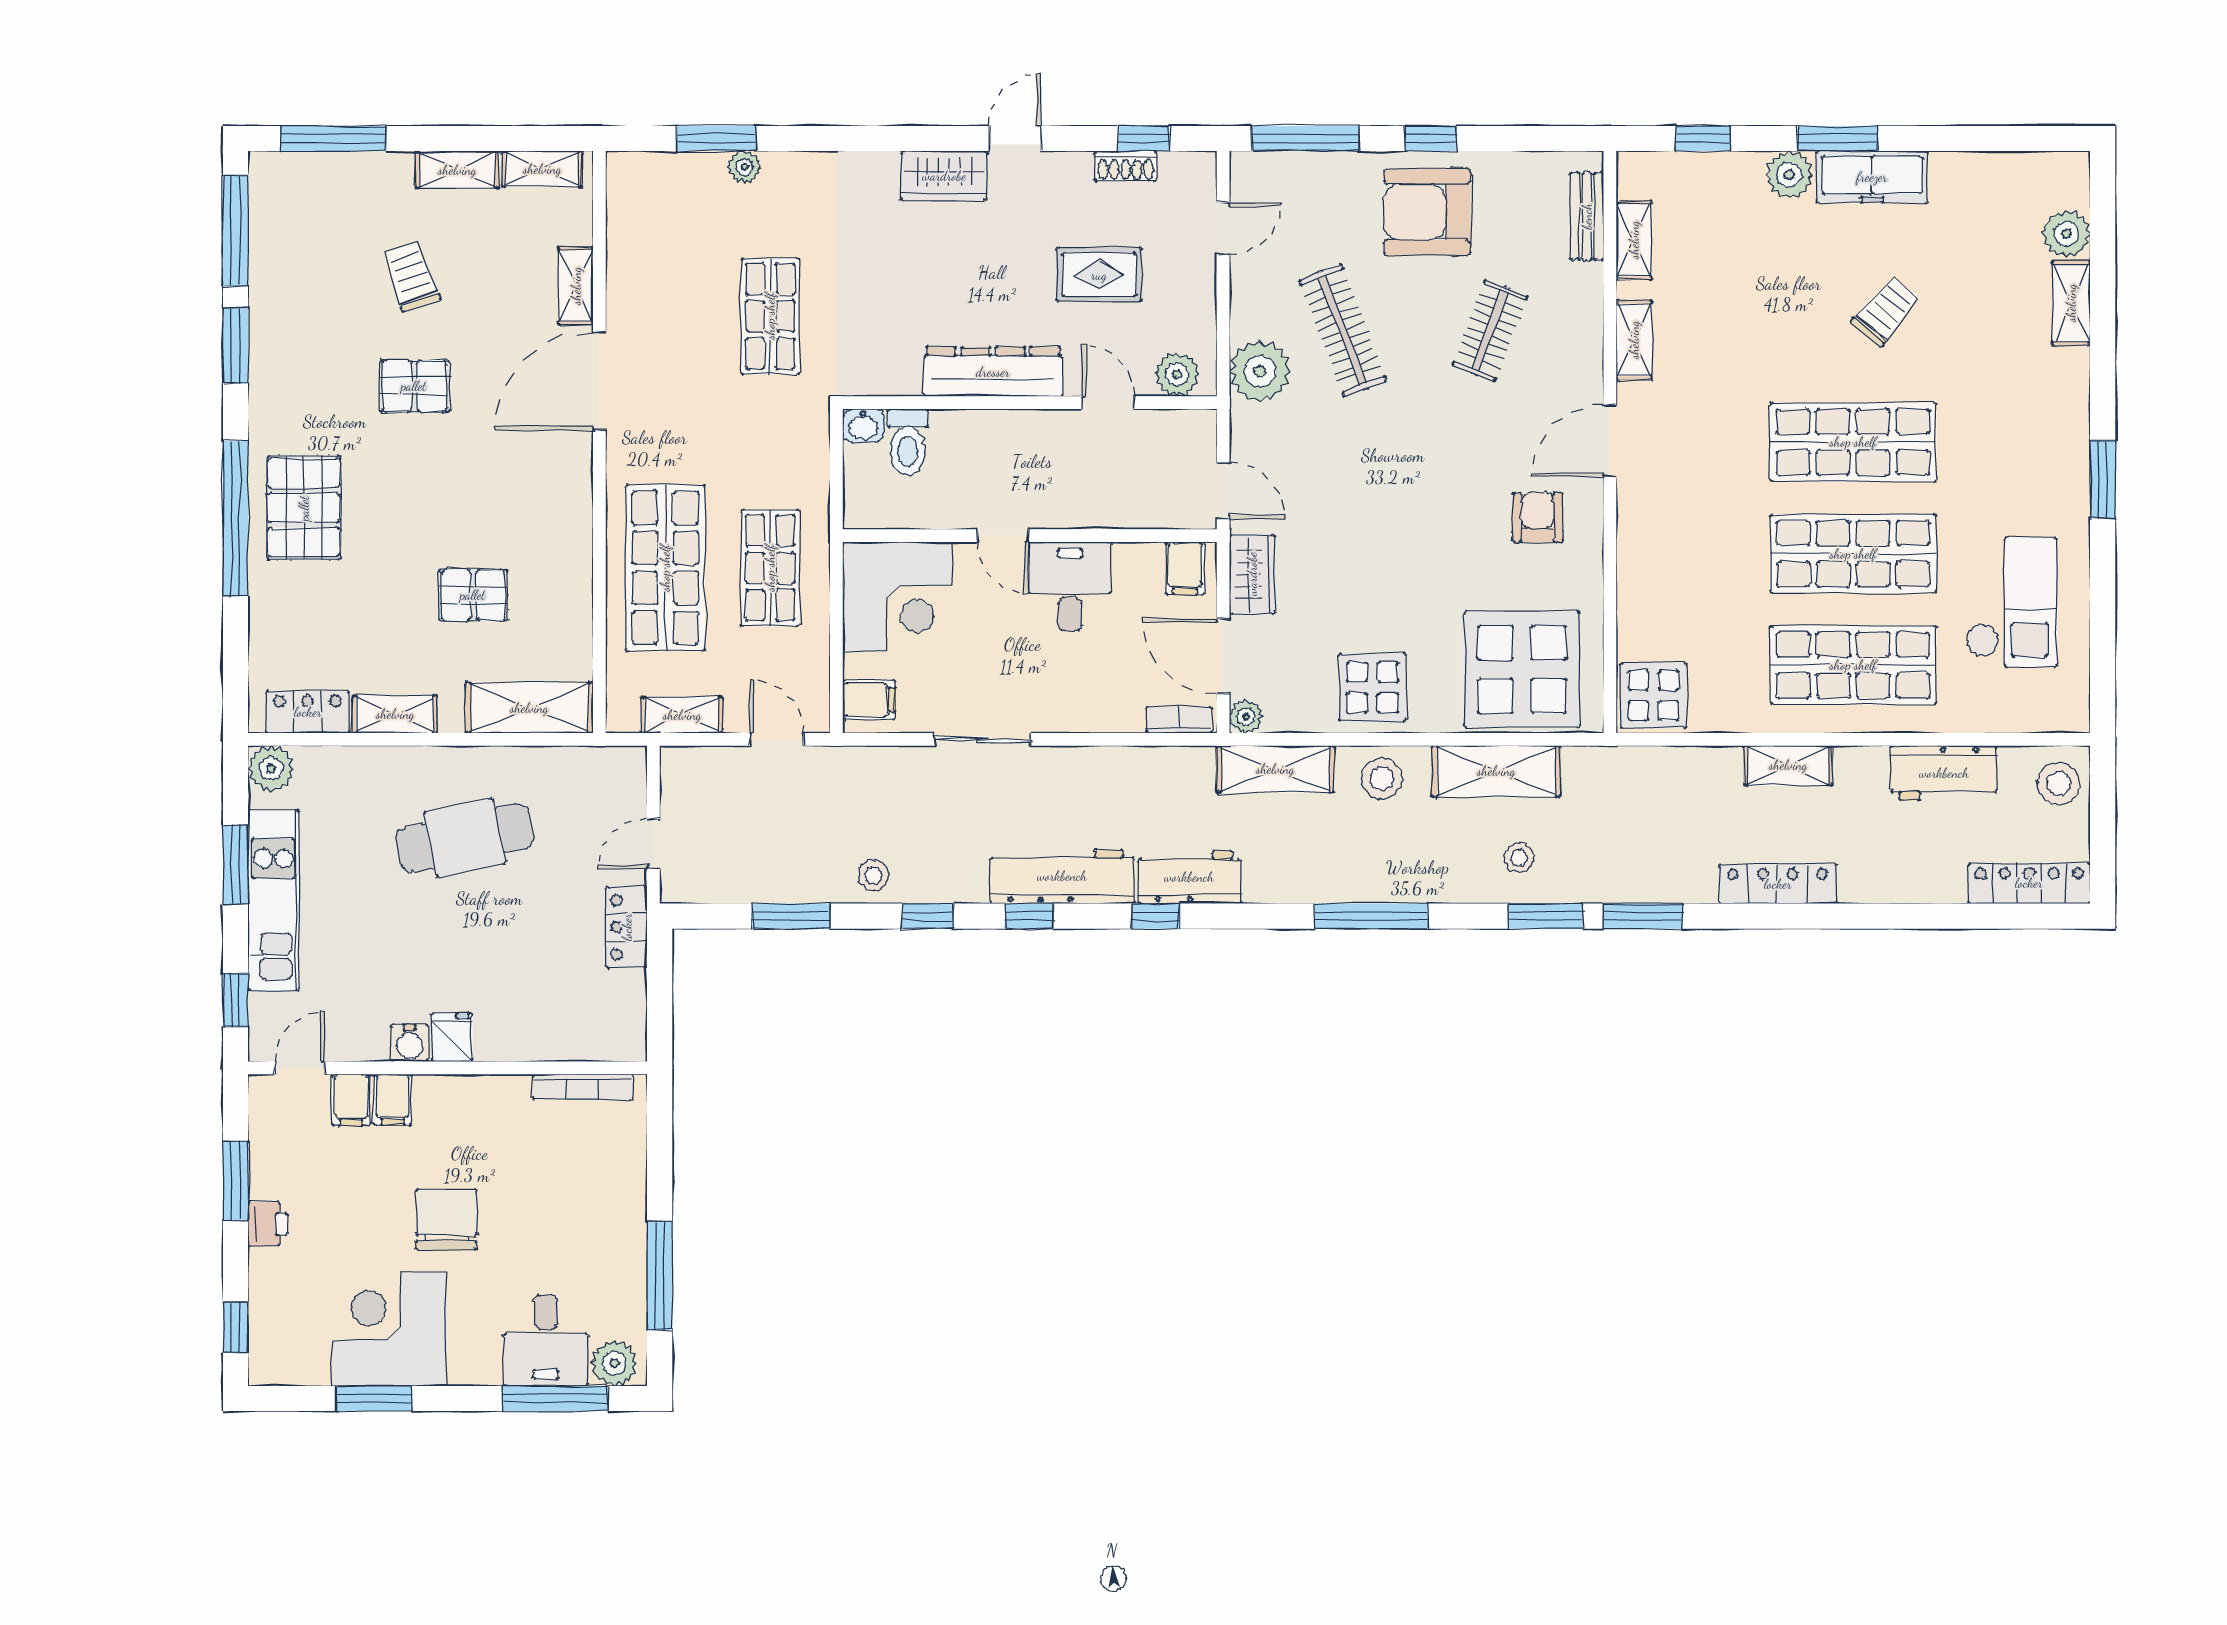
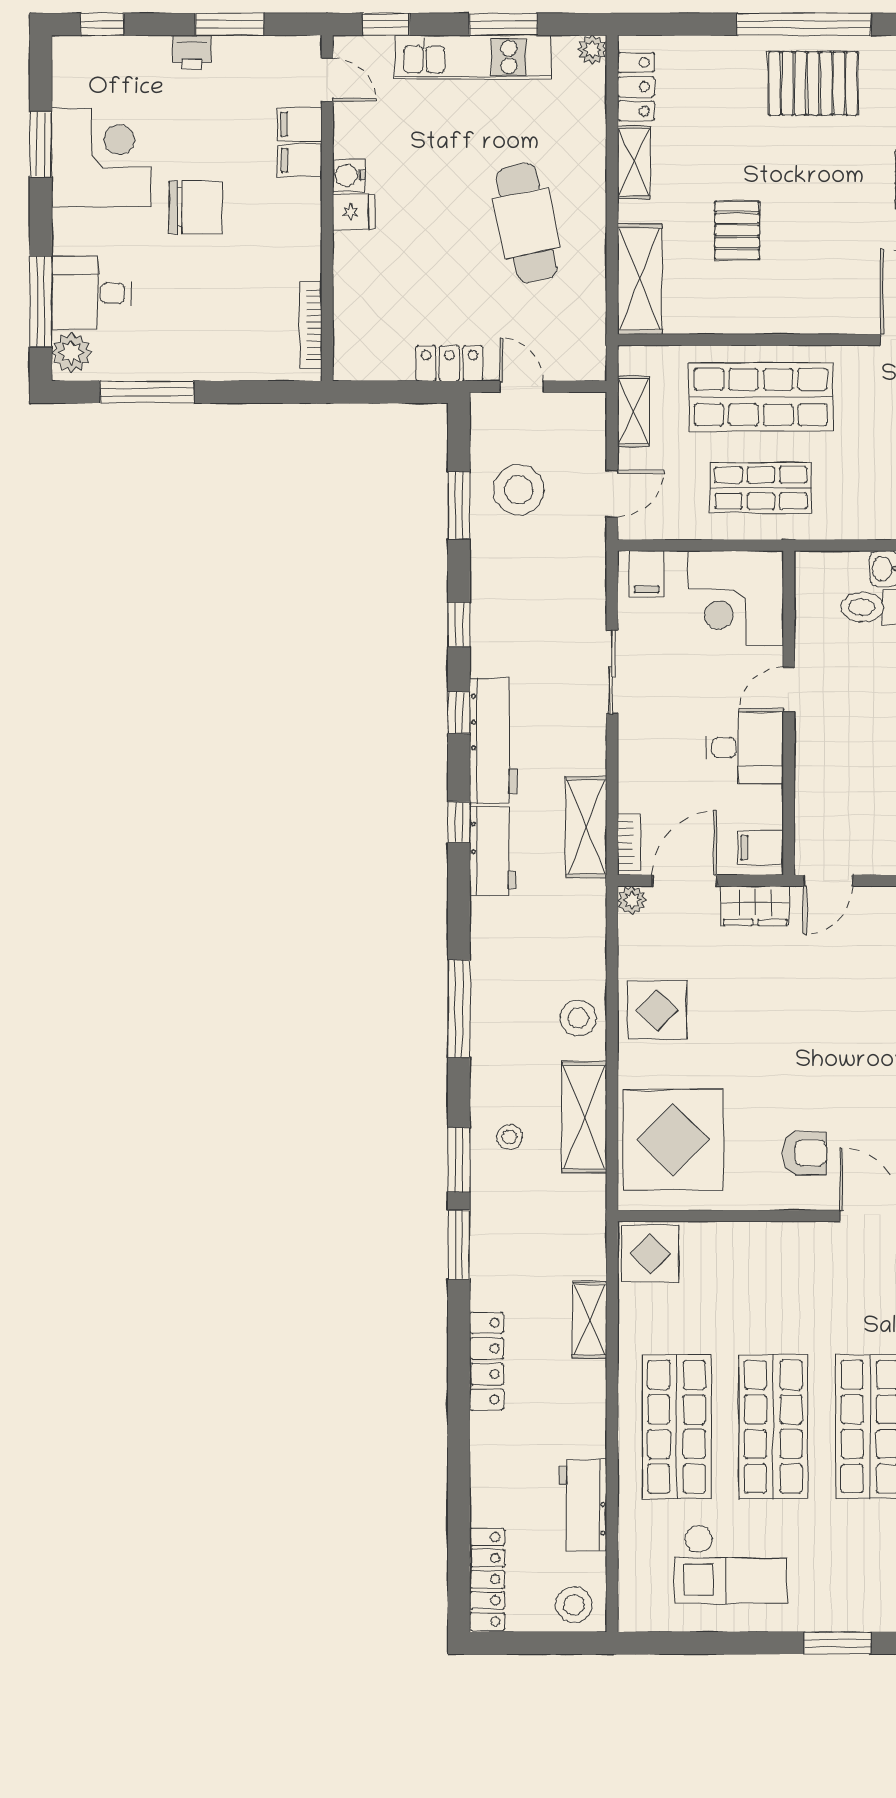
shelving: (1788, 765) -> (590, 1320), moved
plant: (271, 769) -> (592, 50), width x0.73, depth x0.73
shelving: (1275, 769) -> (586, 827), moved
stool: (873, 875) -> (519, 490), moved, width x1.89, depth x1.89

